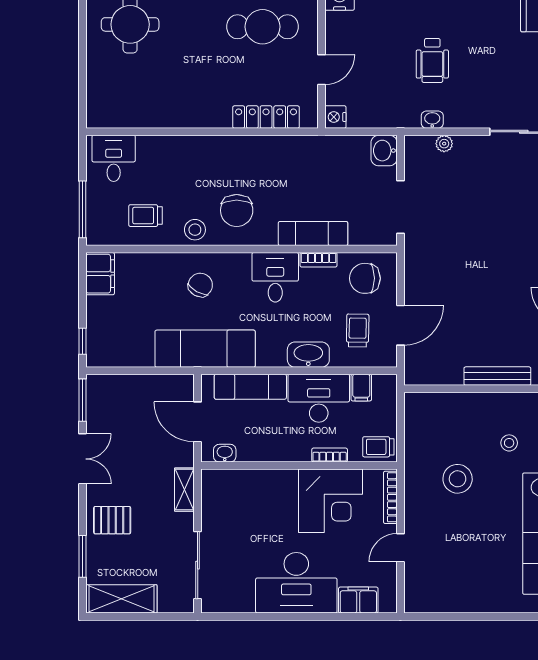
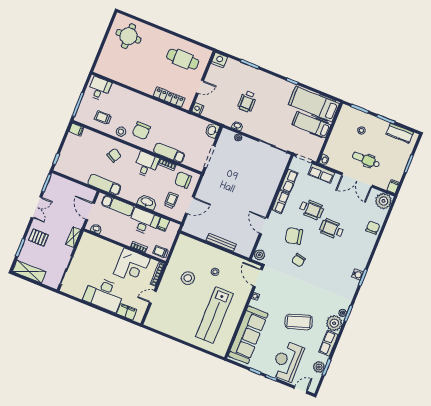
filing cabinet: (100, 274) -> (76, 130), width x0.50
exam couch: (205, 349) -> (104, 185), width x0.73, depth x0.69

